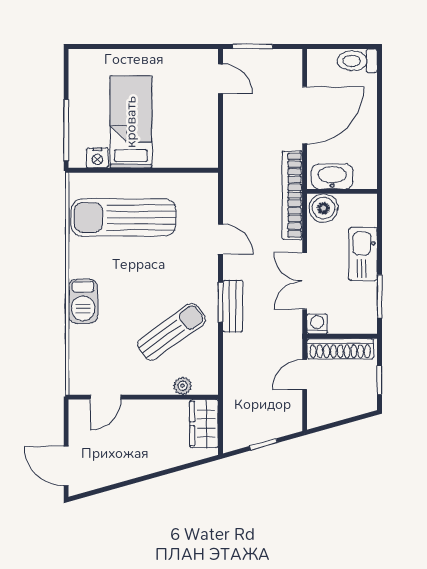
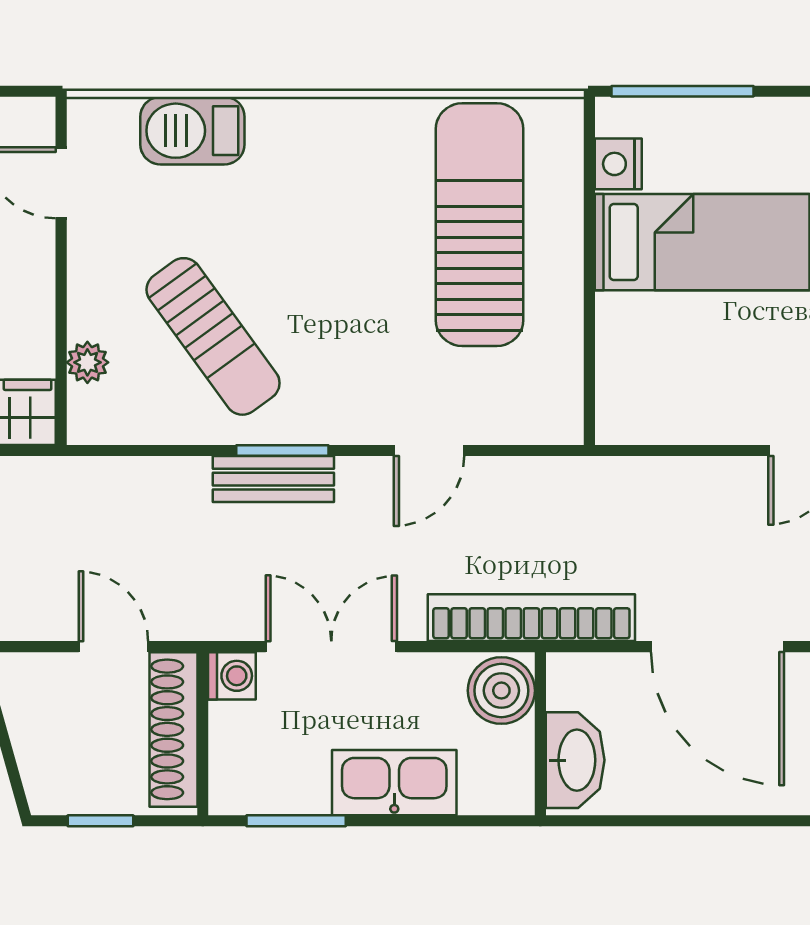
washbasin: (332, 176) -> (575, 760), moved
barbecue: (83, 301) -> (192, 131), moved

